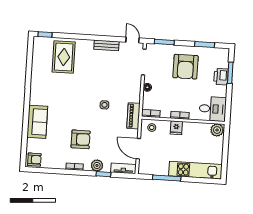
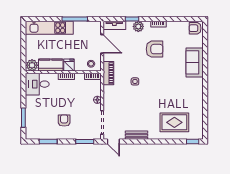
rug: (64, 57) -> (174, 122), turned 90
armchair: (186, 67) -> (64, 121), width x0.53, depth x0.53
printer: (221, 77) -> (32, 114), removed
kitchen counter: (196, 129) -> (51, 65), added
armchair: (81, 139) -> (155, 49), turned 180

